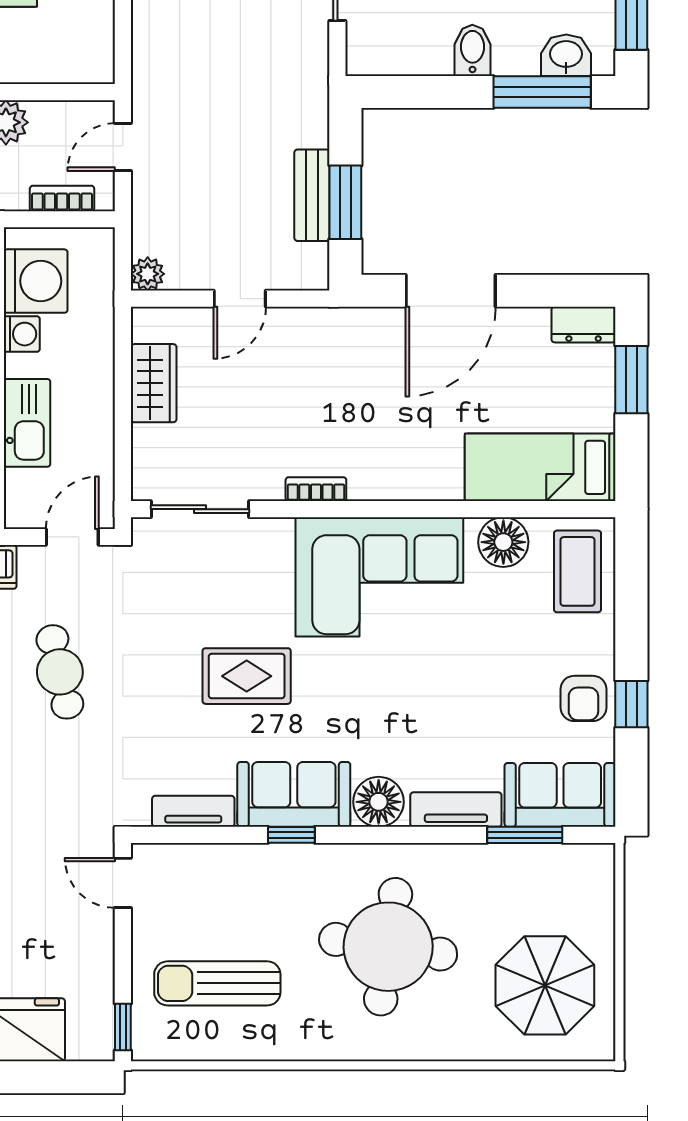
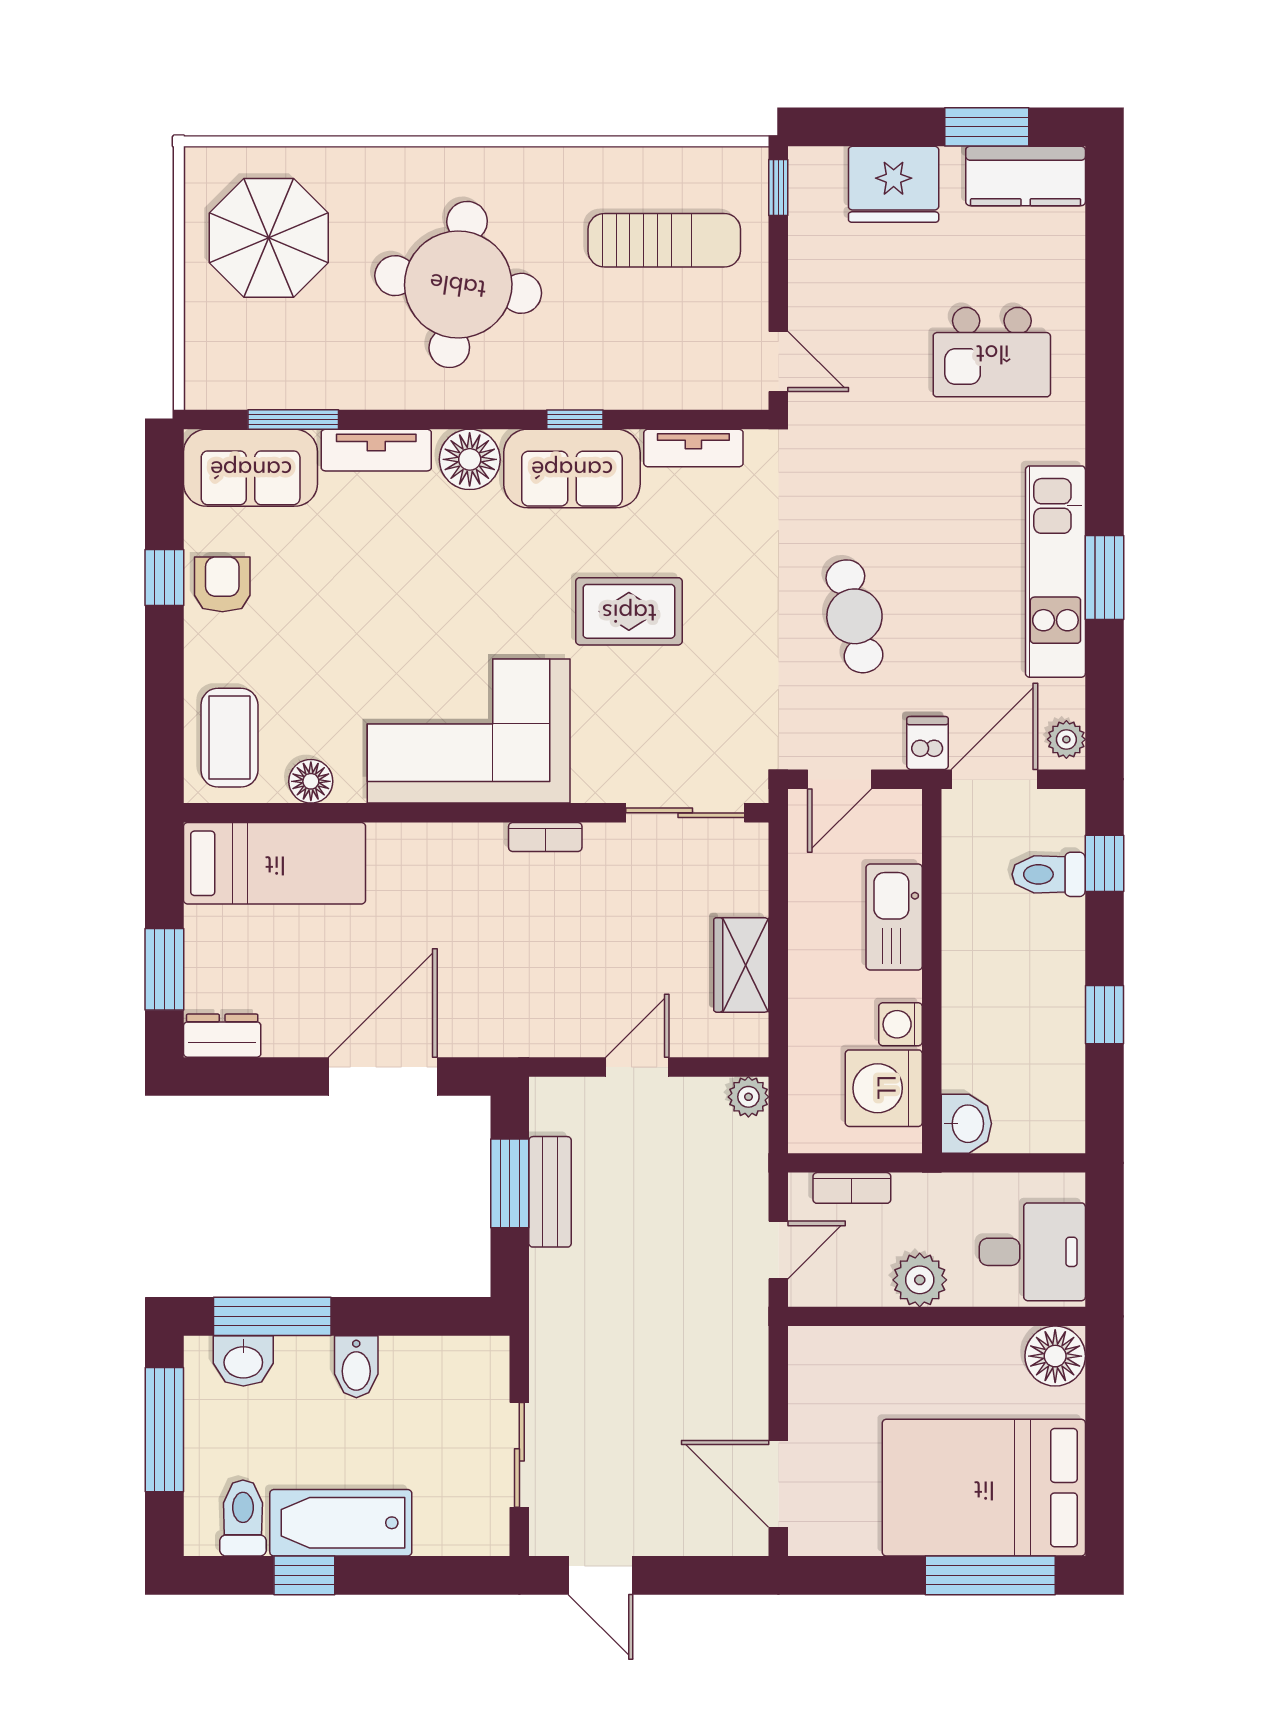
floor lamp: (503, 542) -> (311, 781), width x0.73, depth x0.73

